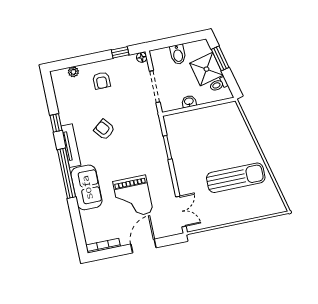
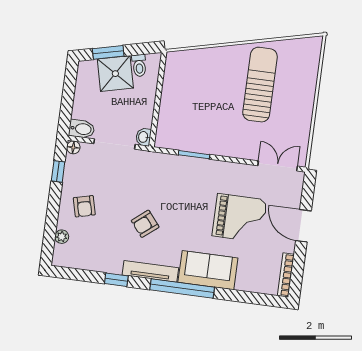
bidet: (178, 54) -> (82, 129), moved
armchair: (101, 81) -> (84, 206), turned 76
washbasin: (189, 102) -> (144, 137), moved

